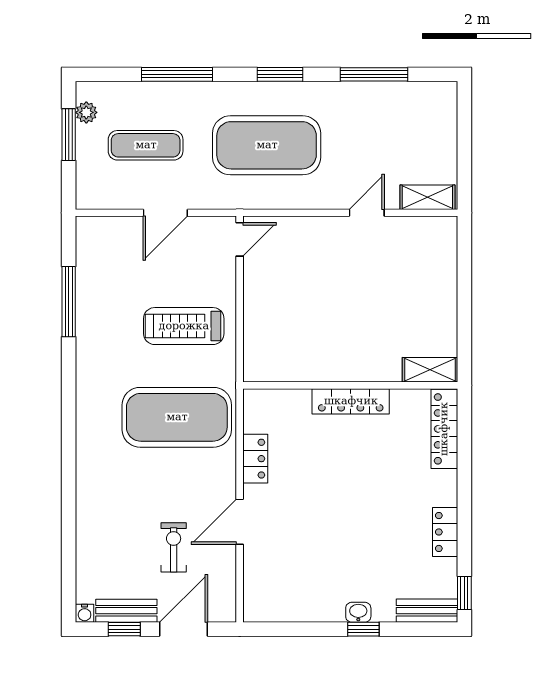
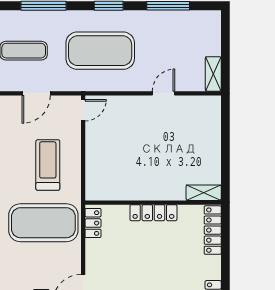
shelving: (427, 197) -> (213, 74), moved, turned 90
treadmill: (184, 326) -> (48, 165), turned 90
locker: (255, 459) -> (93, 223), moved

